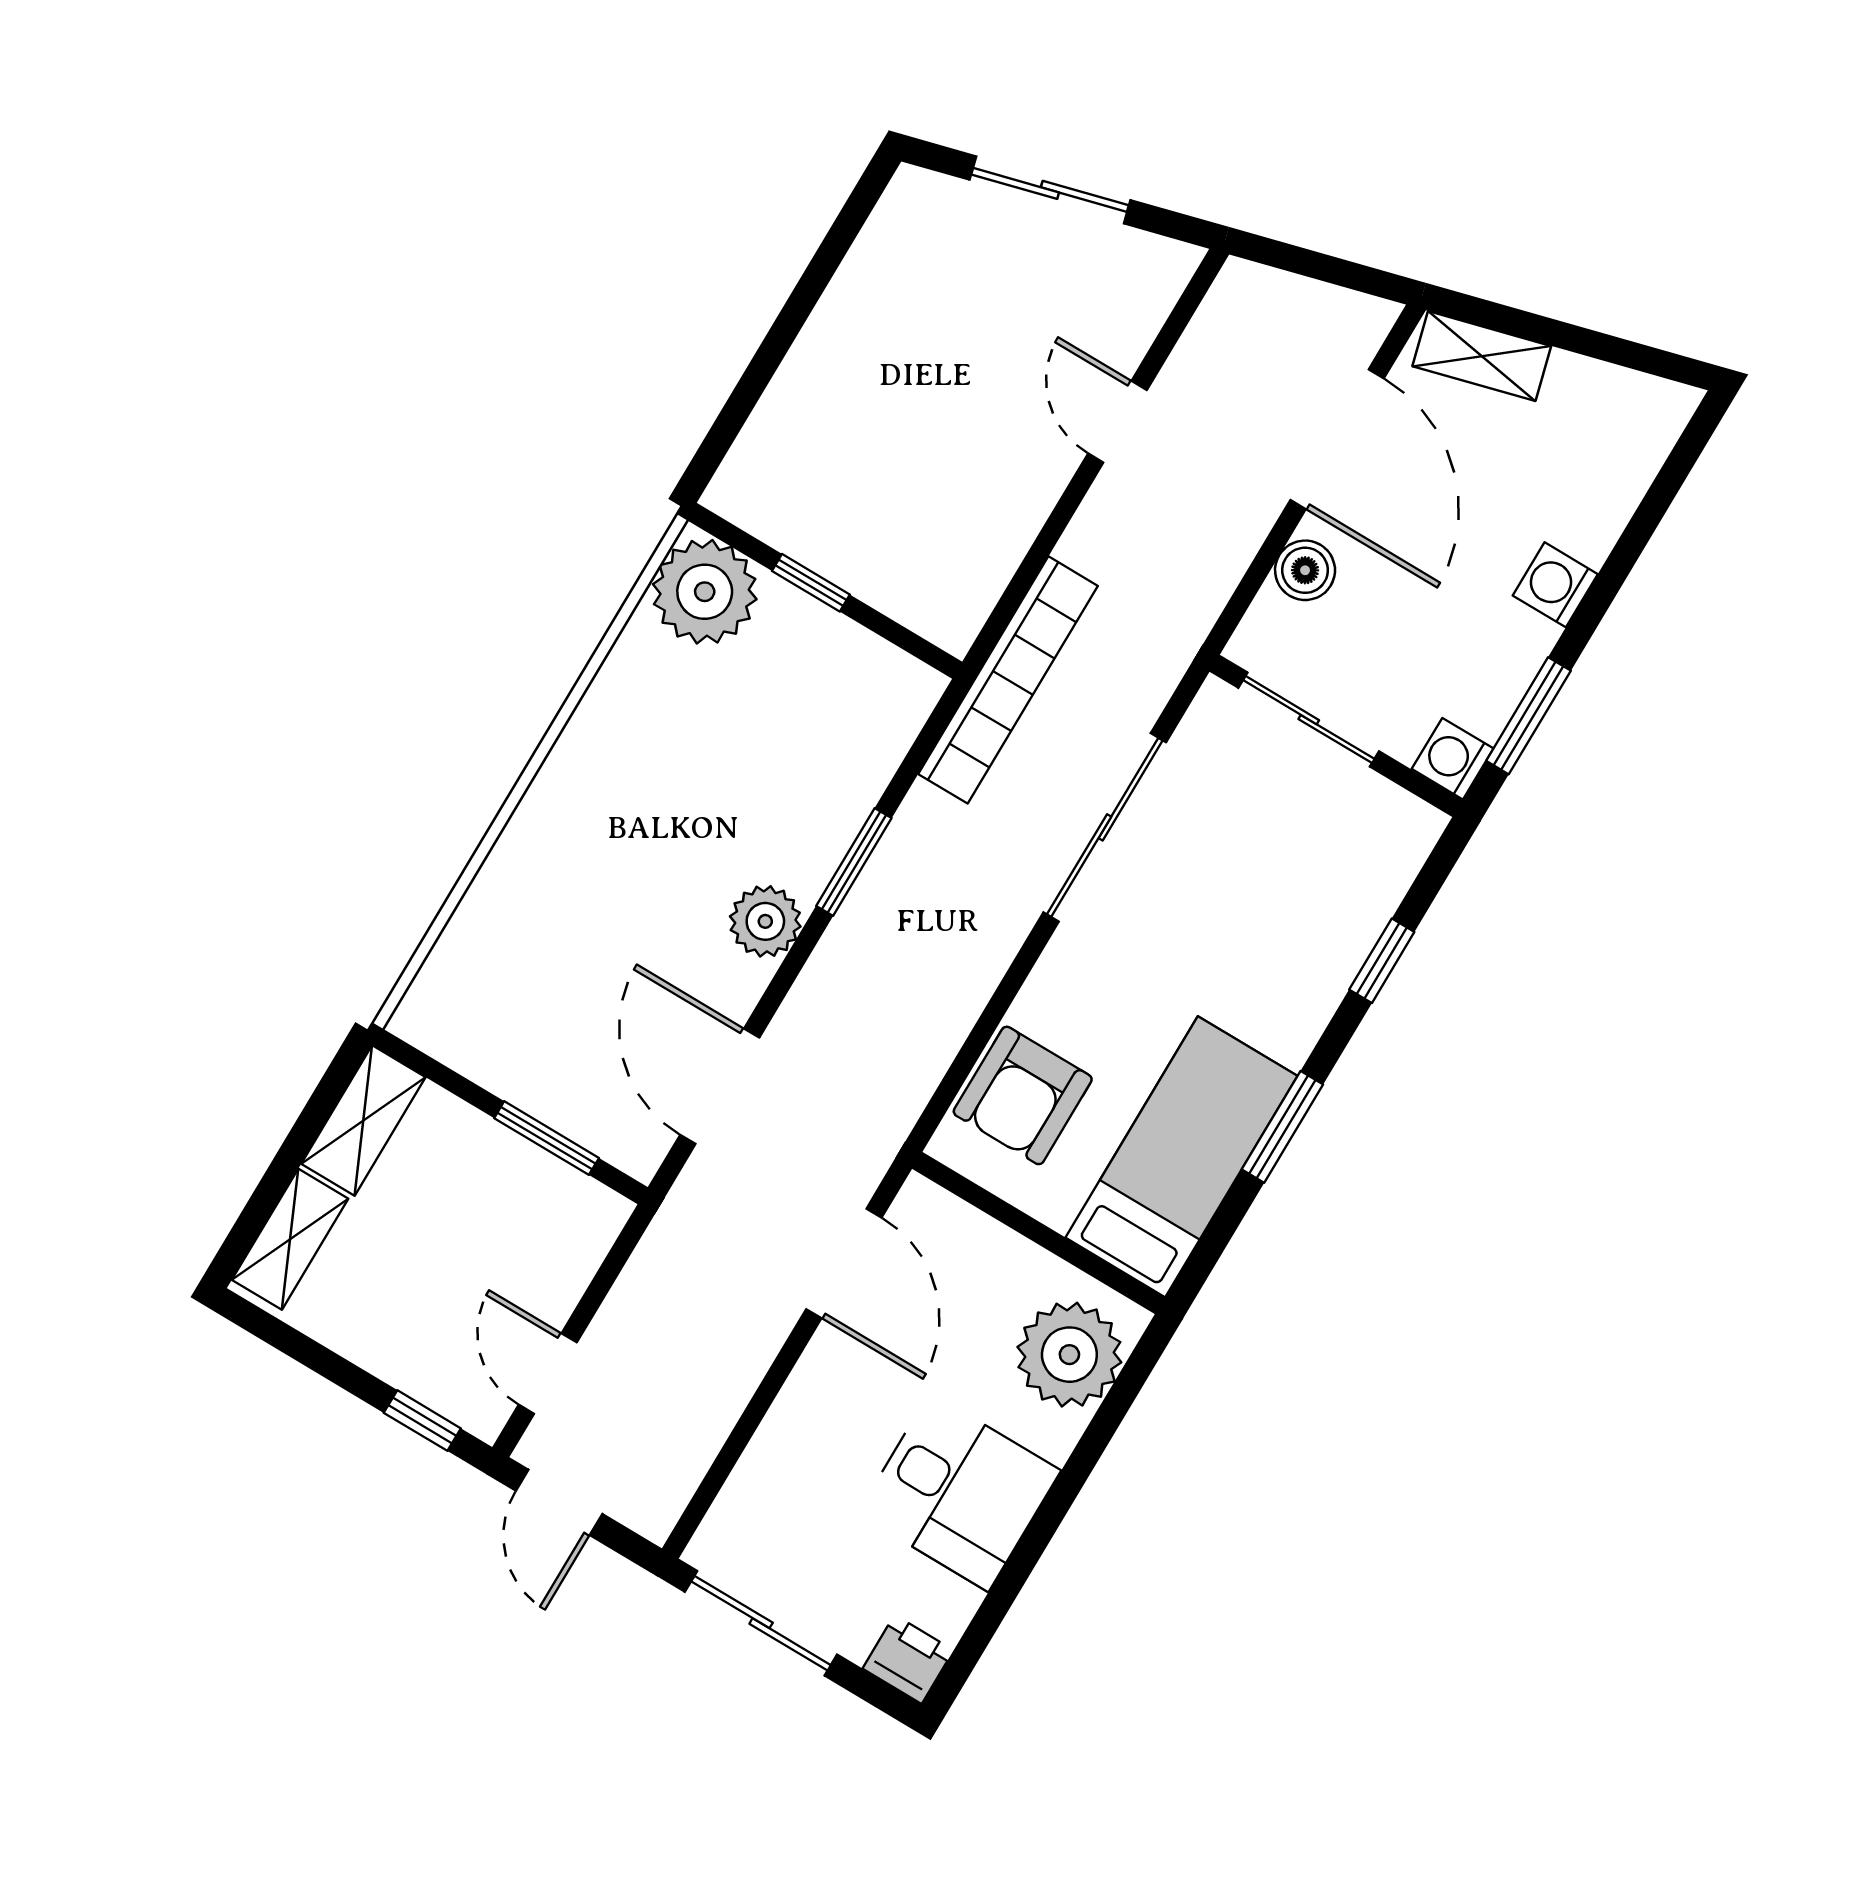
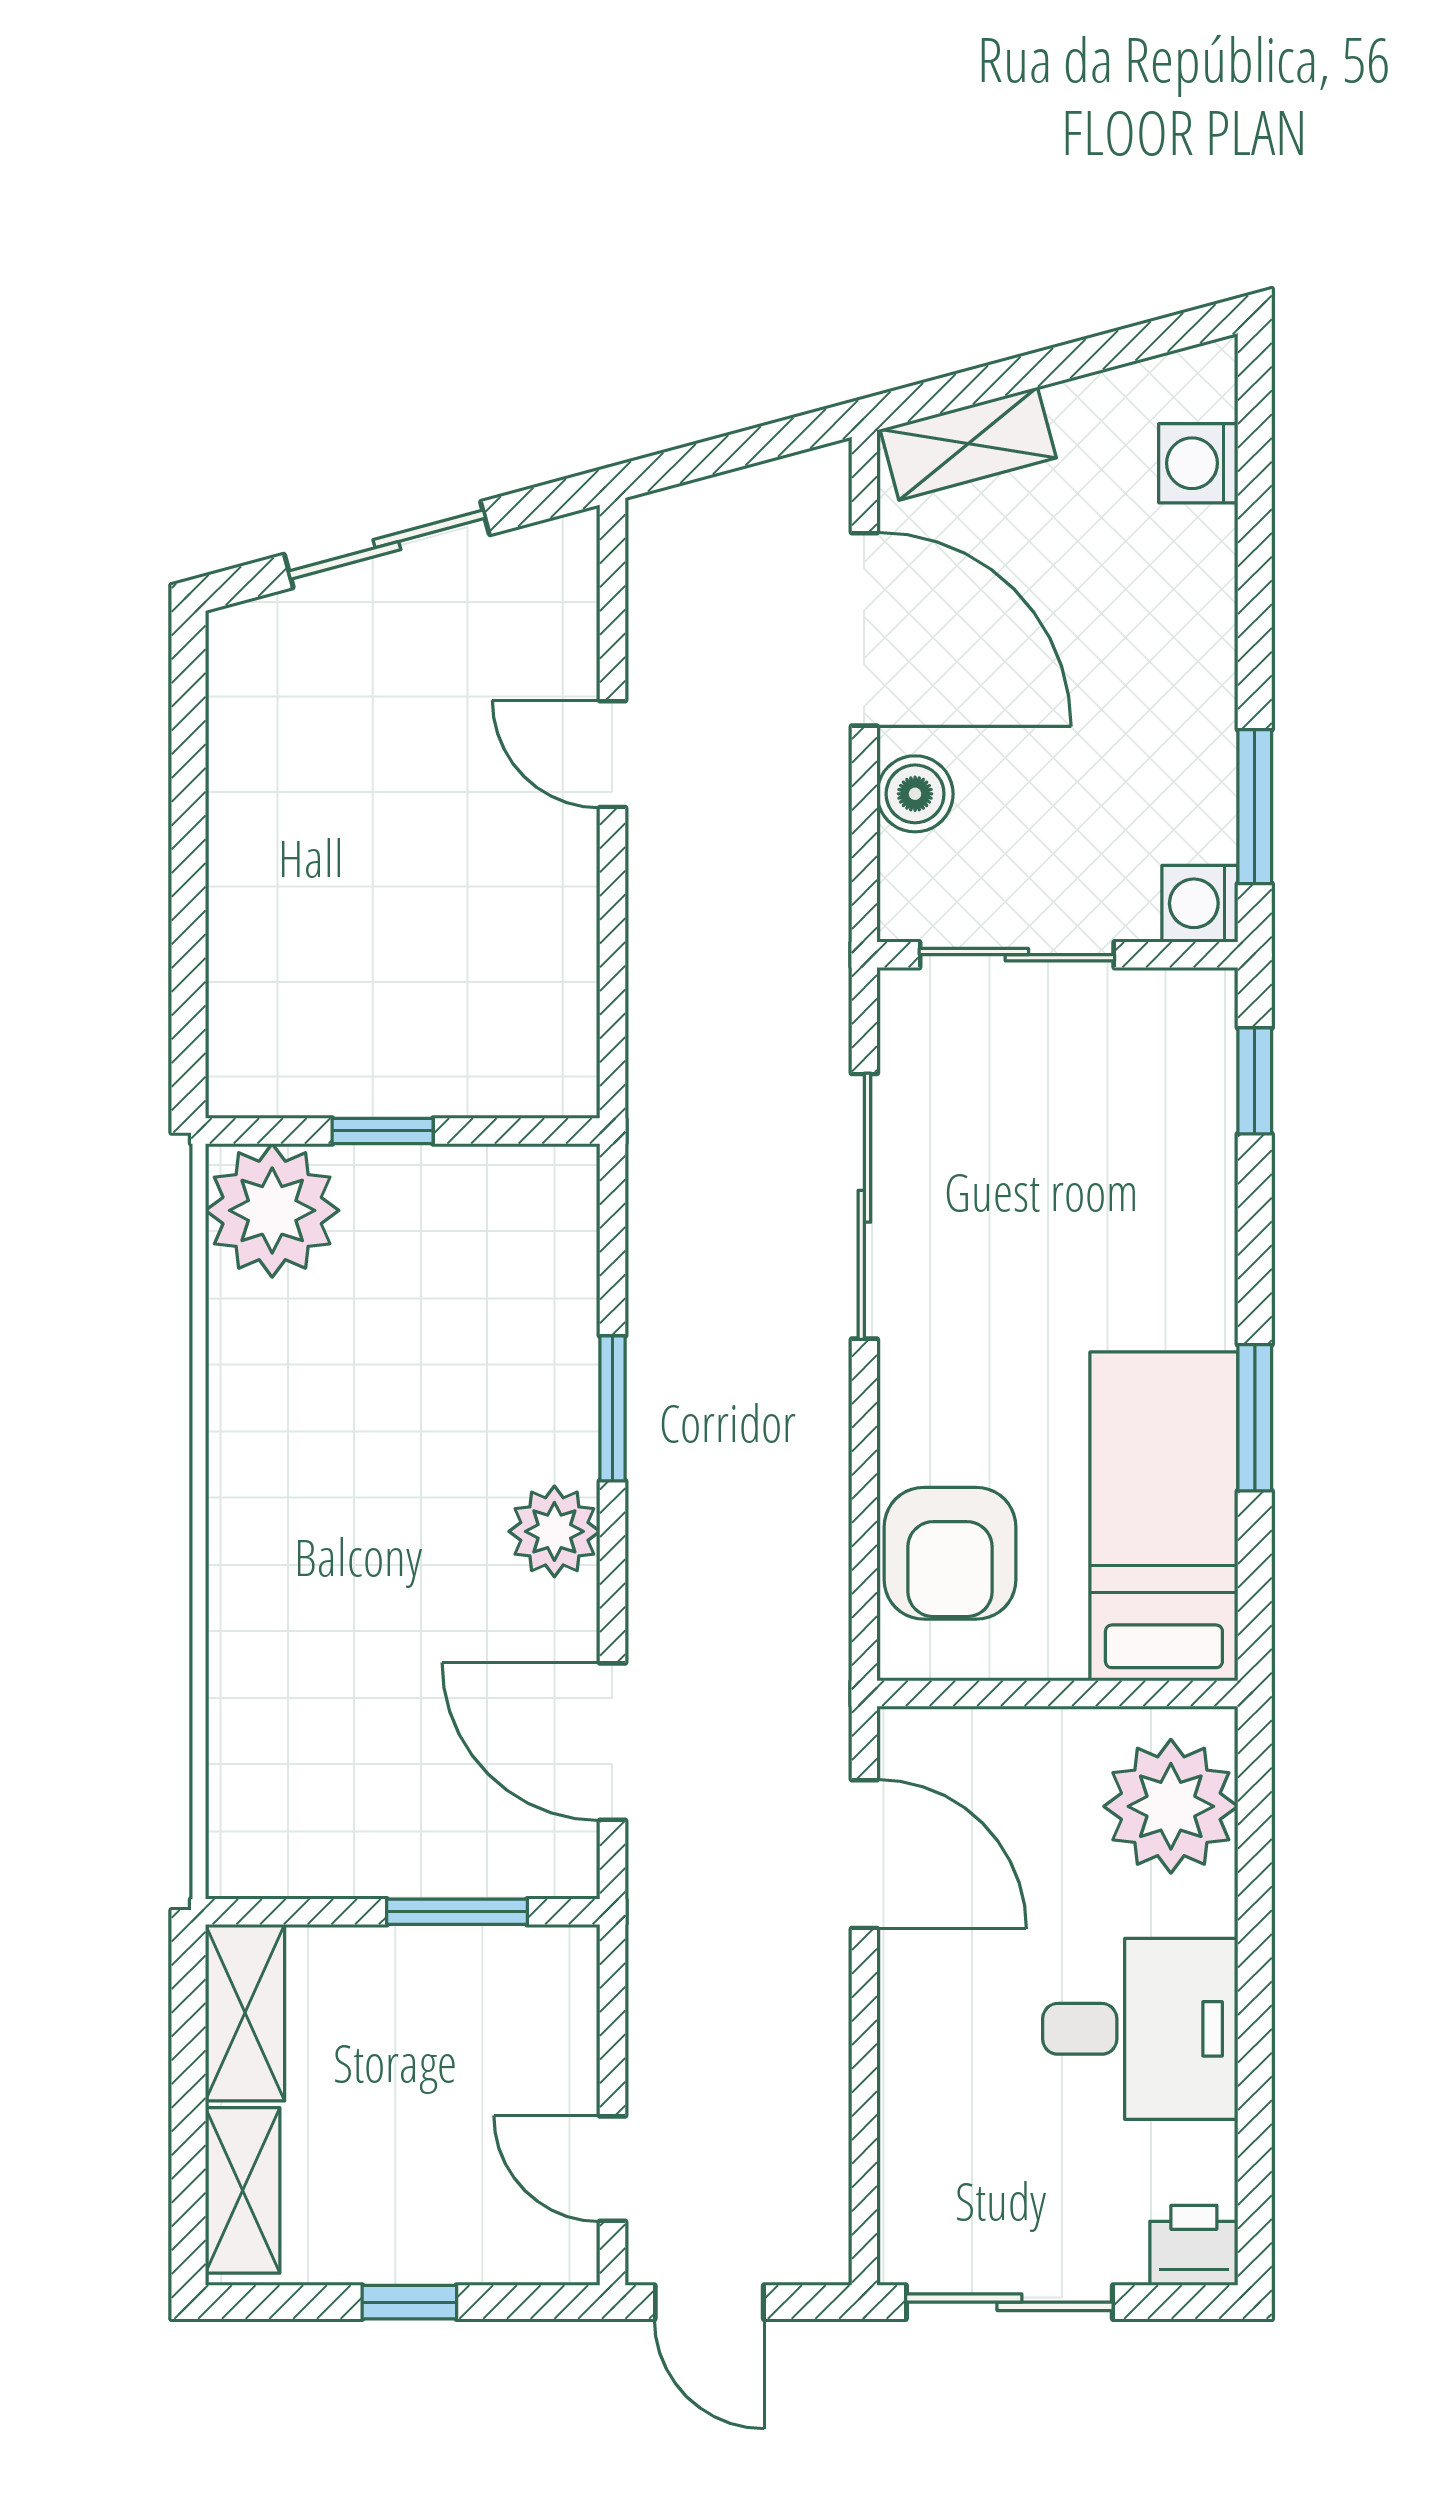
washing machine: (1555, 585) -> (1198, 463), moved
bookcase: (1008, 680) -> (662, 1108), removed
window: (1382, 961) -> (1255, 1081), moved
window: (422, 1421) -> (409, 2302), moved

